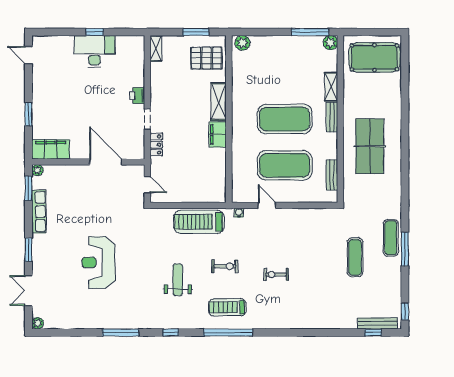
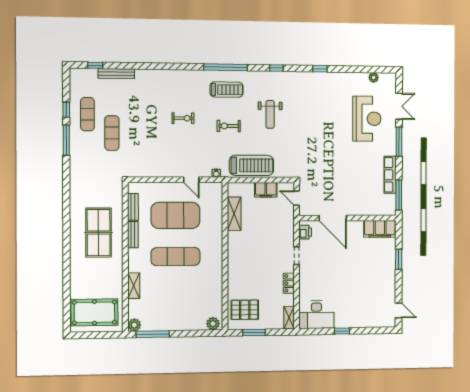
desk: (94, 51) -> (316, 315), moved
printer: (137, 96) -> (305, 232), moved
shelving: (219, 102) -> (234, 214), moved
bench: (332, 117) -> (133, 235), moved
exercise mat: (285, 119) -> (176, 257), width x0.68
filing cabinet: (218, 134) -> (266, 190), moved, turned 90
locker: (156, 145) -> (289, 283), moved
plant: (37, 170) -> (391, 211), removed
window: (28, 188) -> (399, 195), width x1.44
exercise mat: (391, 238) -> (87, 114), moved
window: (28, 250) -> (399, 142), width x1.44
reception desk: (98, 263) -> (367, 119), moved
window: (405, 311) -> (66, 110), moved
plant: (38, 323) -> (374, 78), moved
bench: (378, 323) -> (116, 74), moved
window: (121, 332) -> (320, 69), width x0.46

